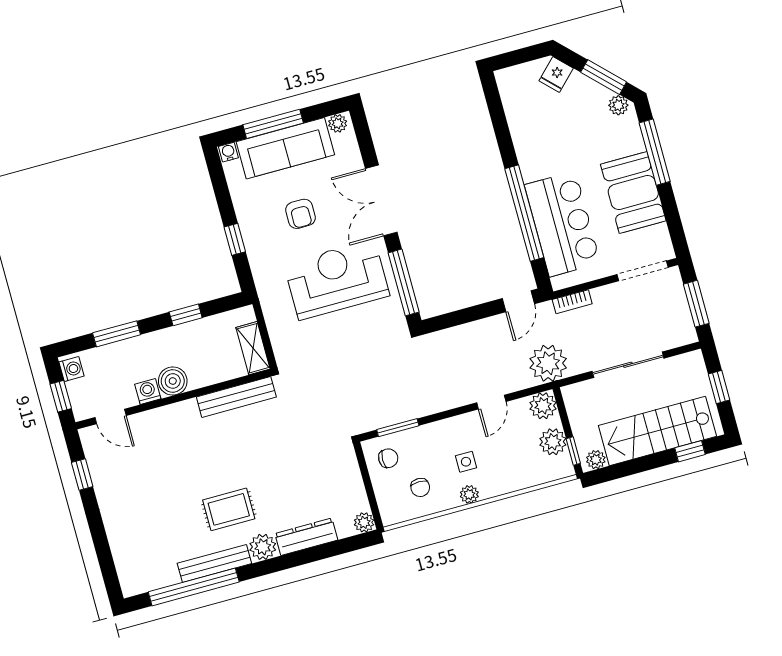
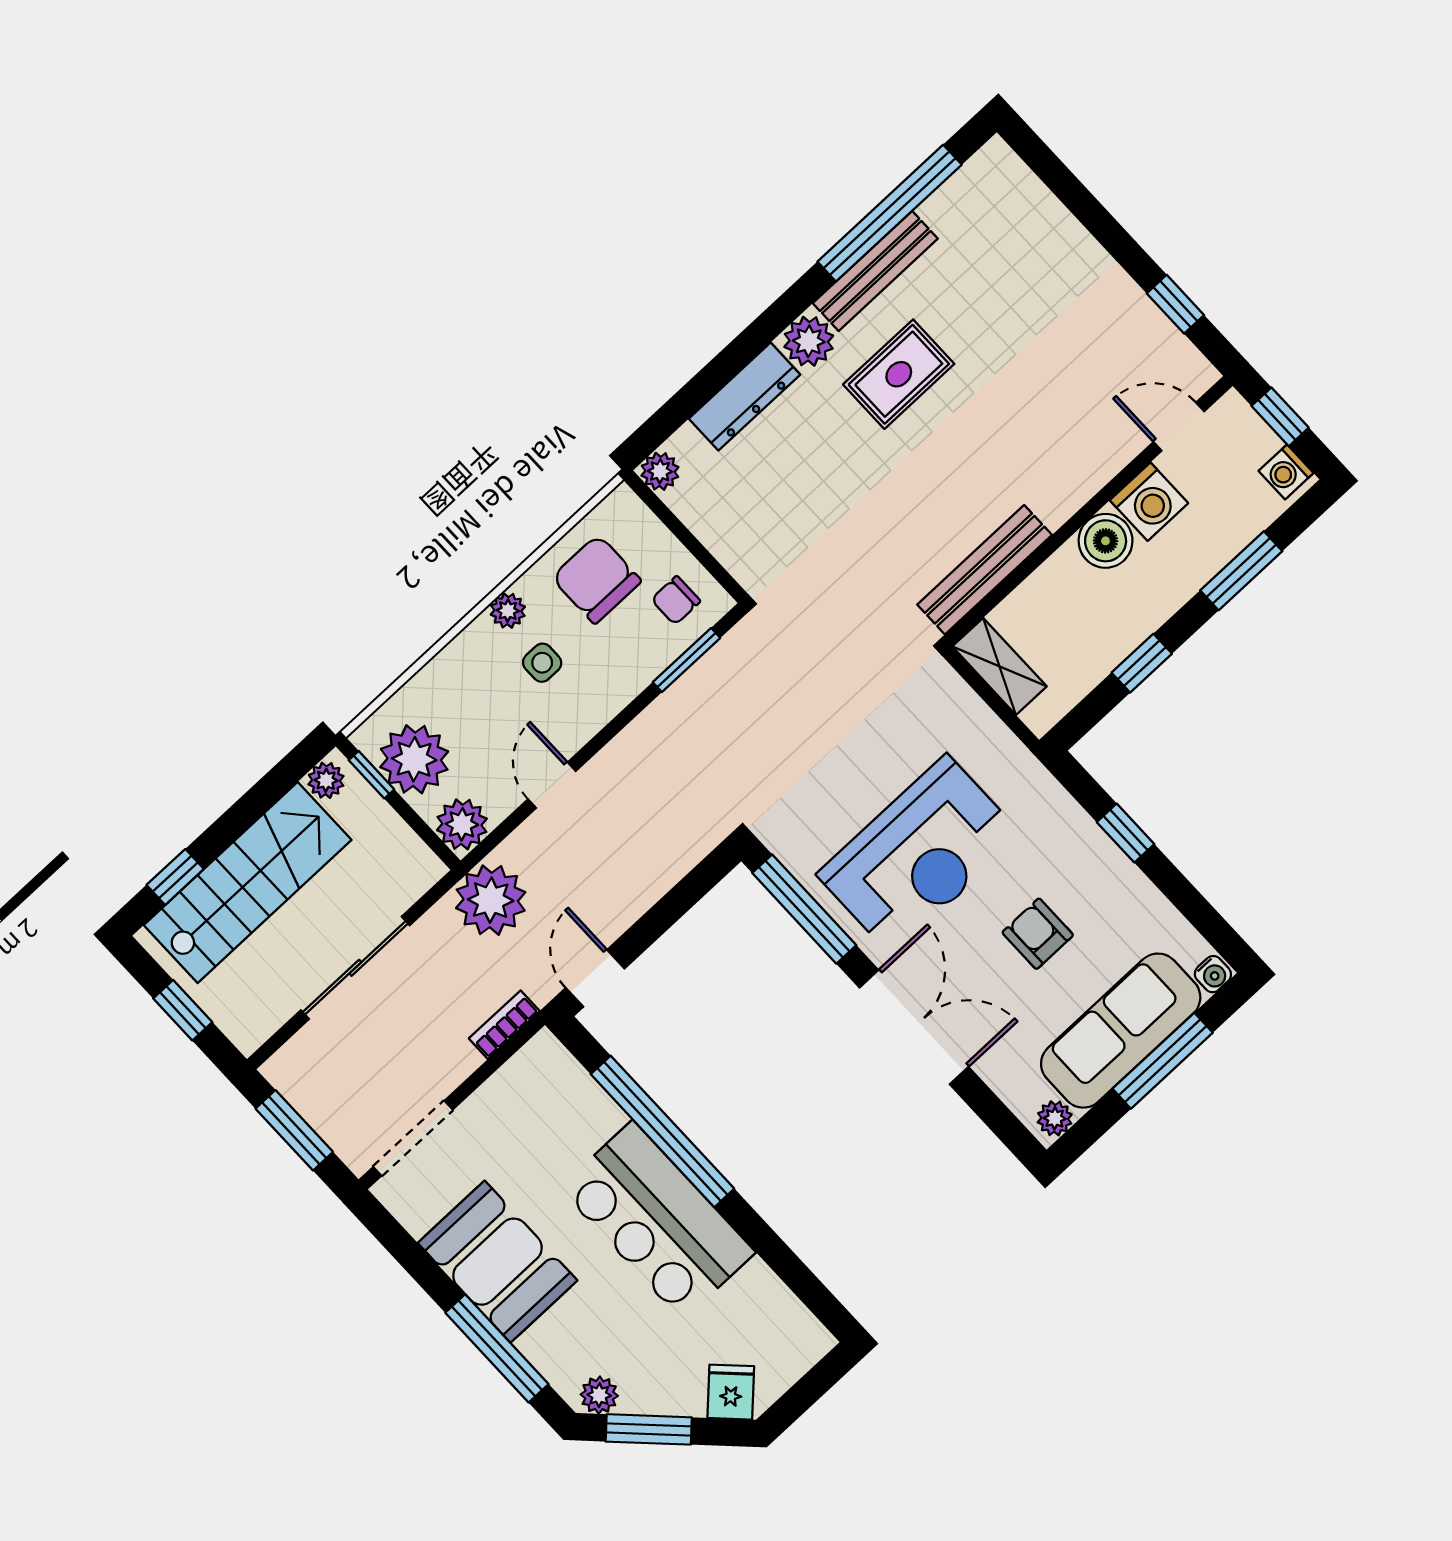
bar counter: (562, 224) -> (657, 1220), moved
washing machine: (148, 391) -> (1149, 502), width x1.38, depth x1.38
plant: (553, 442) -> (414, 759), width x1.36, depth x1.36
chair: (420, 487) -> (596, 579), width x1.87, depth x1.87

